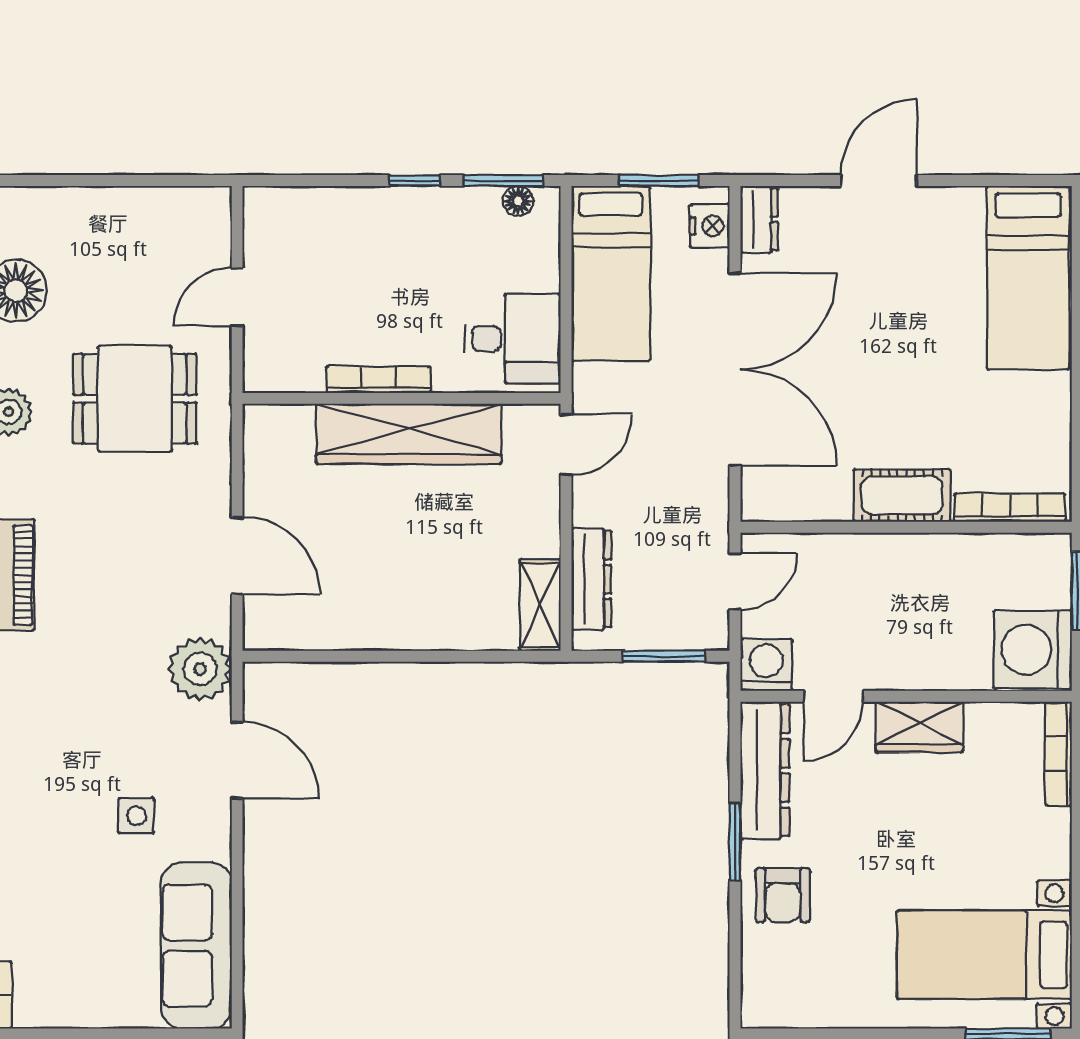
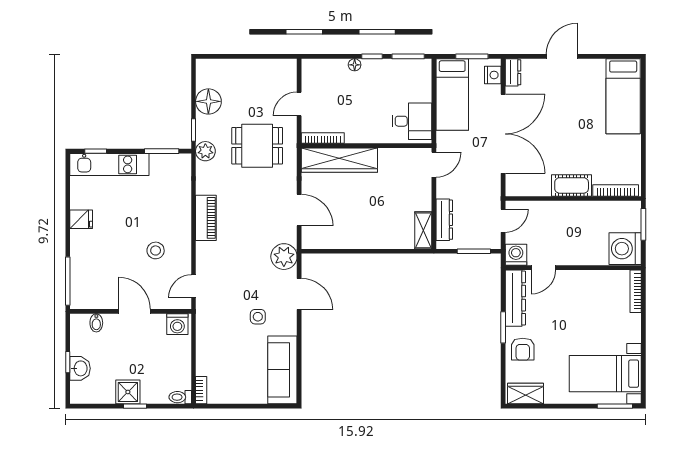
floor lamp: (518, 201) -> (355, 65), moved
bookcase: (378, 380) -> (323, 138), moved
wardrobe: (409, 434) -> (339, 160), moved
wardrobe: (919, 727) -> (525, 394), moved, turned 180

